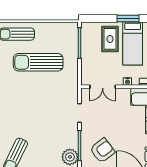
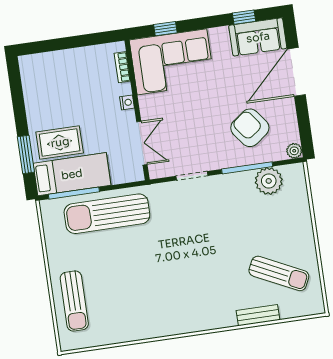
window: (128, 18) -> (26, 154), moved
bed: (133, 43) -> (72, 174), moved
sun lounger: (38, 62) -> (107, 214), moved, turned 90

